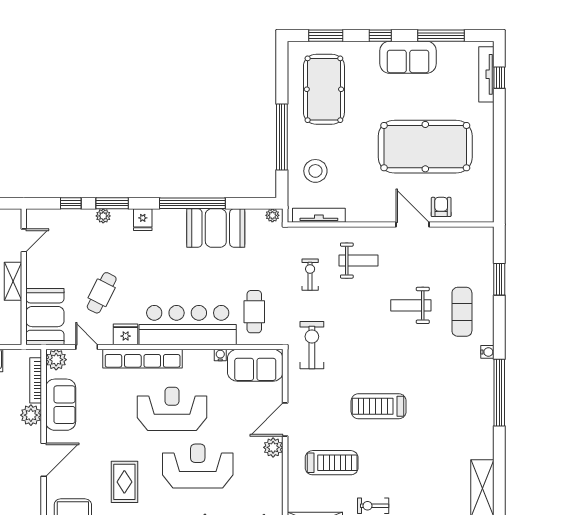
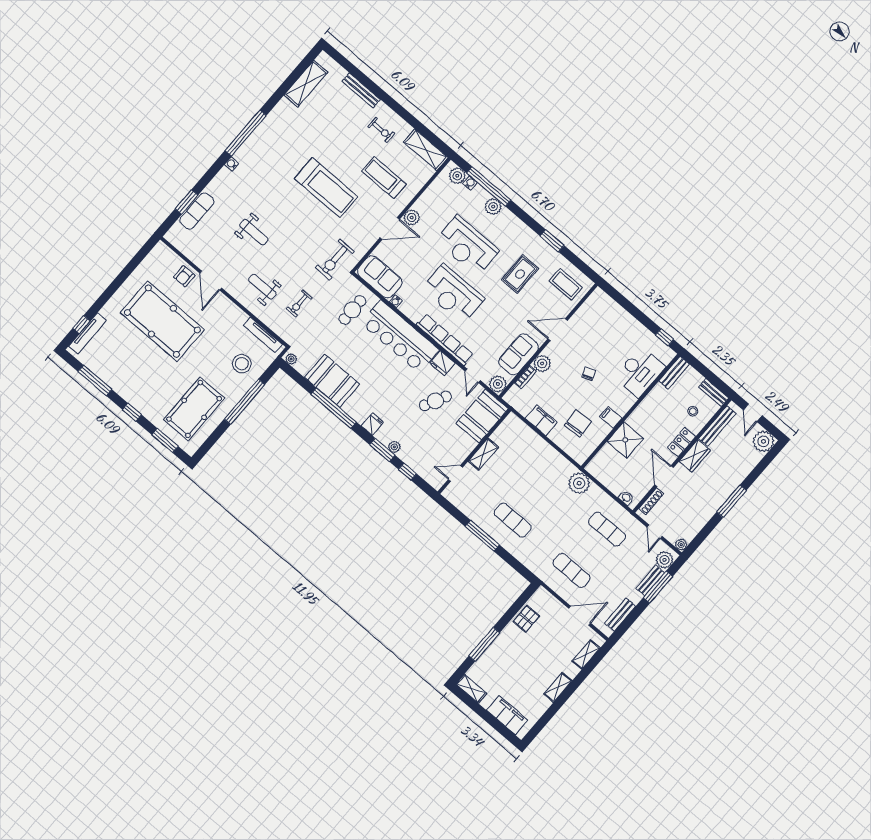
sofa: (408, 57) -> (126, 385), removed
exercise mat: (462, 312) -> (197, 211), moved
bookcase: (36, 380) -> (525, 377), width x0.64
treadmill: (379, 406) -> (326, 188), width x1.37, depth x1.38

